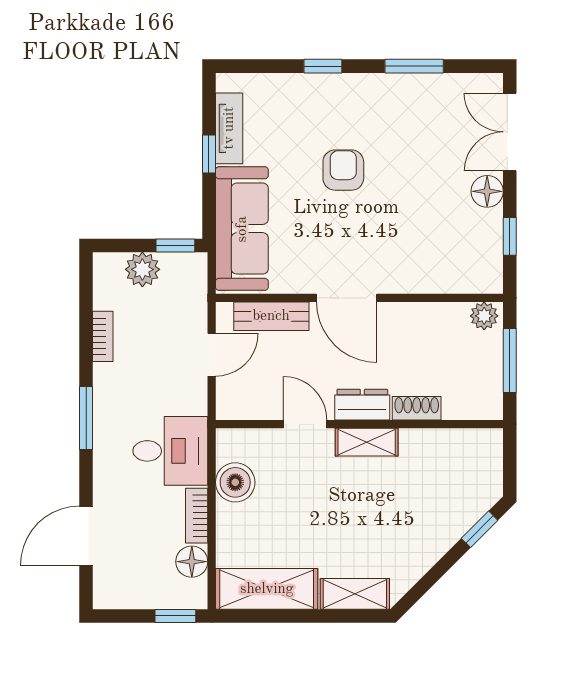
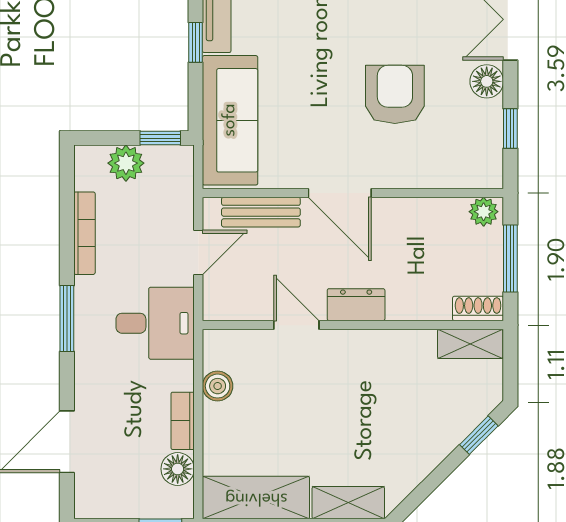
armchair: (343, 170) -> (395, 94), moved, width x1.38, depth x1.38
bookcase: (103, 336) -> (84, 233), width x1.56
shoe rack: (417, 408) -> (478, 308), moved
shelving: (367, 442) -> (470, 344), moved
desk: (170, 451) -> (155, 323), moved
boiler: (235, 482) -> (218, 386), width x0.73, depth x0.73

